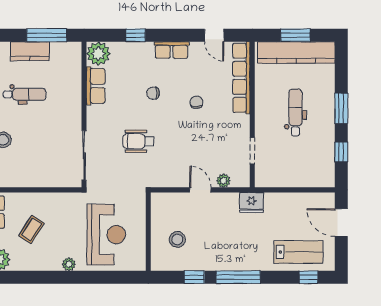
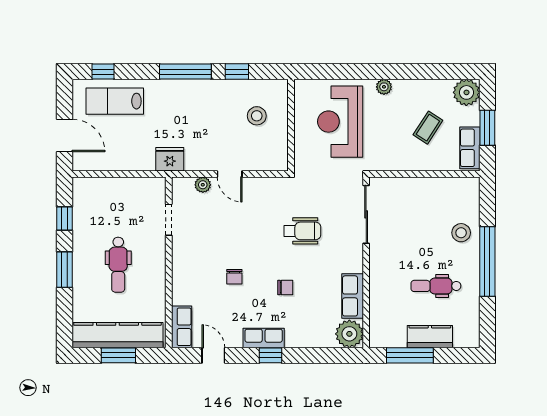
window: (136, 35) -> (271, 355), moved
row of seats: (241, 78) -> (182, 327), width x0.50

